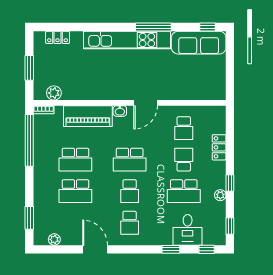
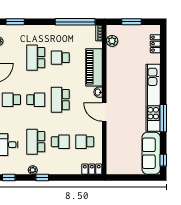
locker: (219, 147) -> (92, 169), moved
school desk: (75, 160) -> (60, 58), width x0.54
school desk: (130, 191) -> (36, 100), turned 180

